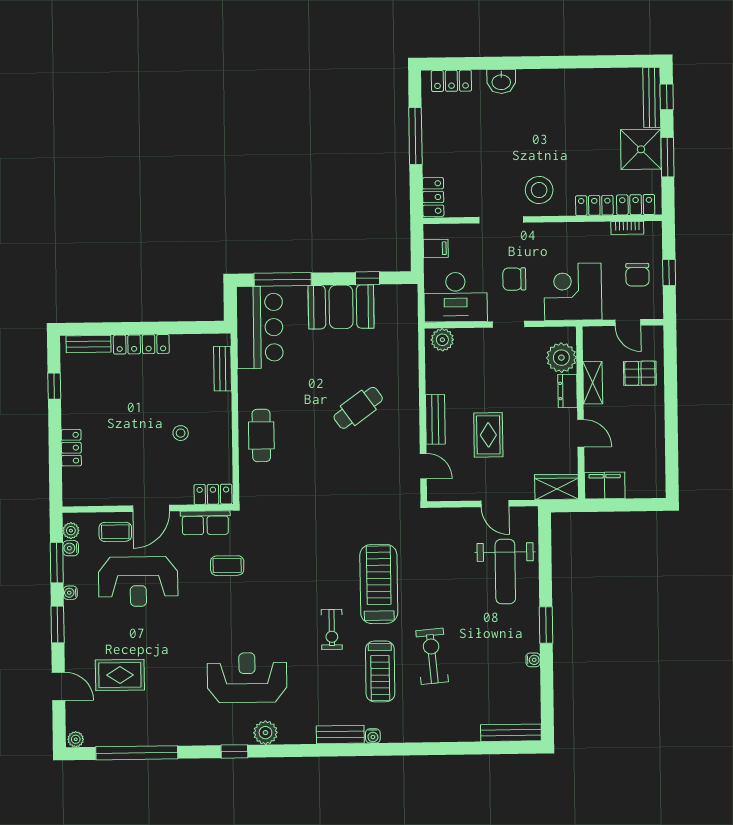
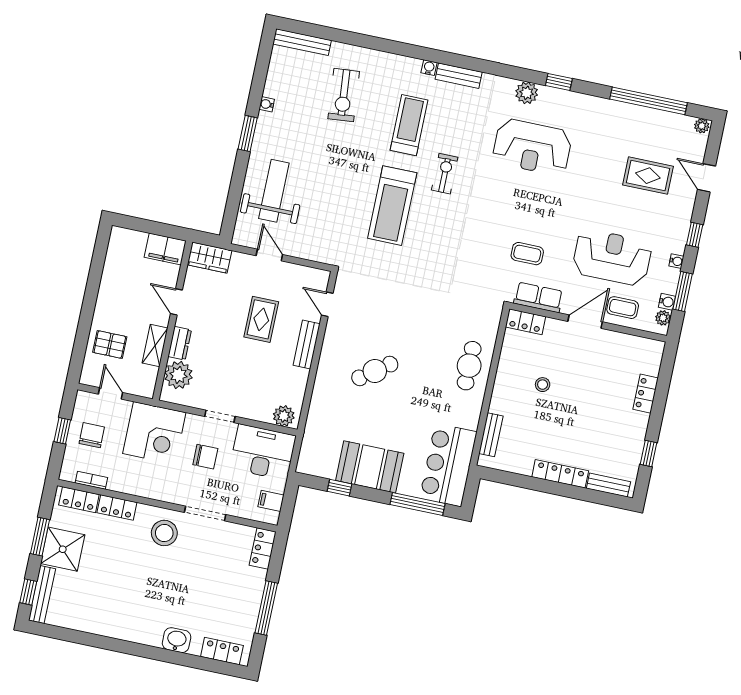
window: (58, 624) -> (695, 235), width x0.67
exercise bike: (432, 656) -> (344, 95), moved

